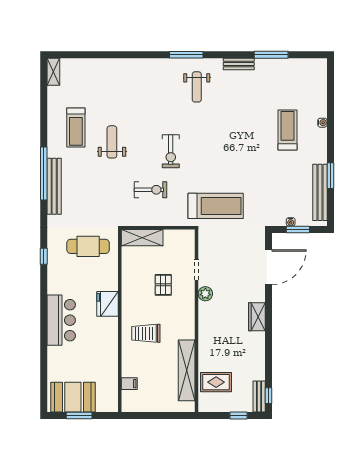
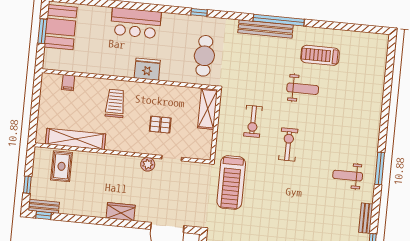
shelving: (53, 72) -> (376, 39), removed
exercise bike: (171, 151) -> (288, 144), turned 90

